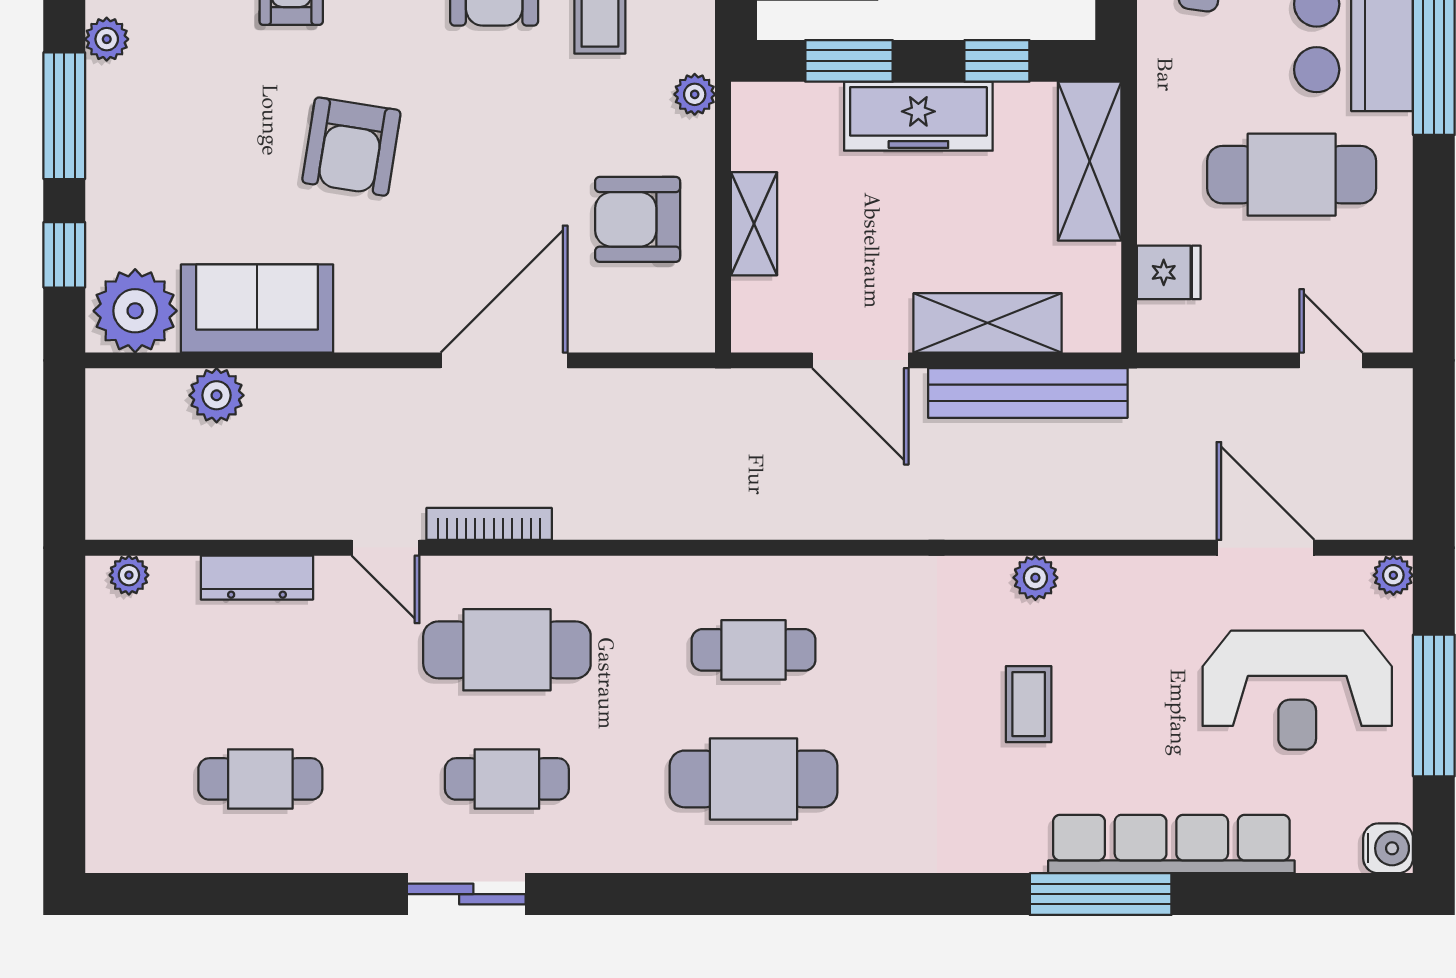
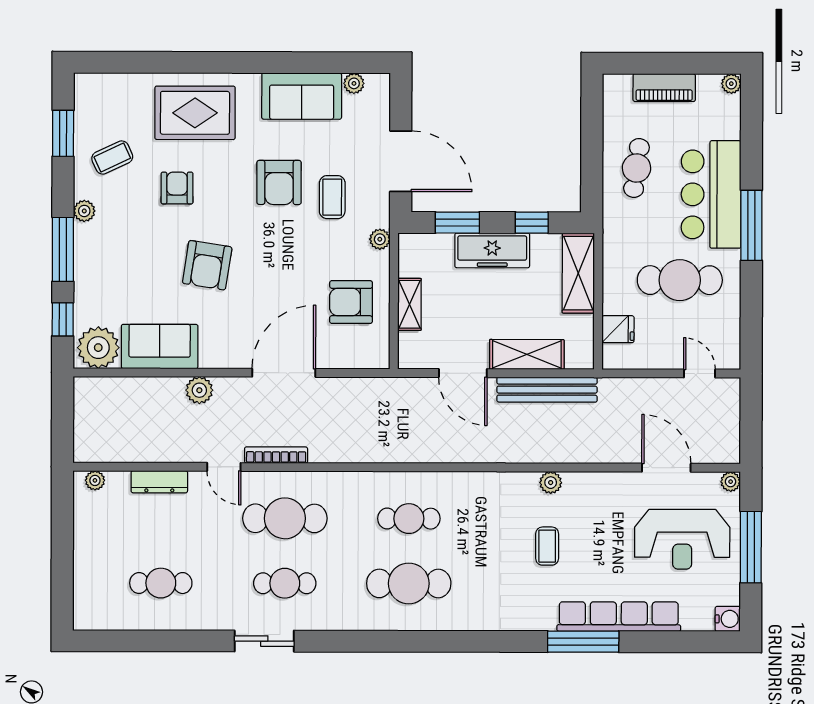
plant: (217, 395) -> (199, 390), moved

